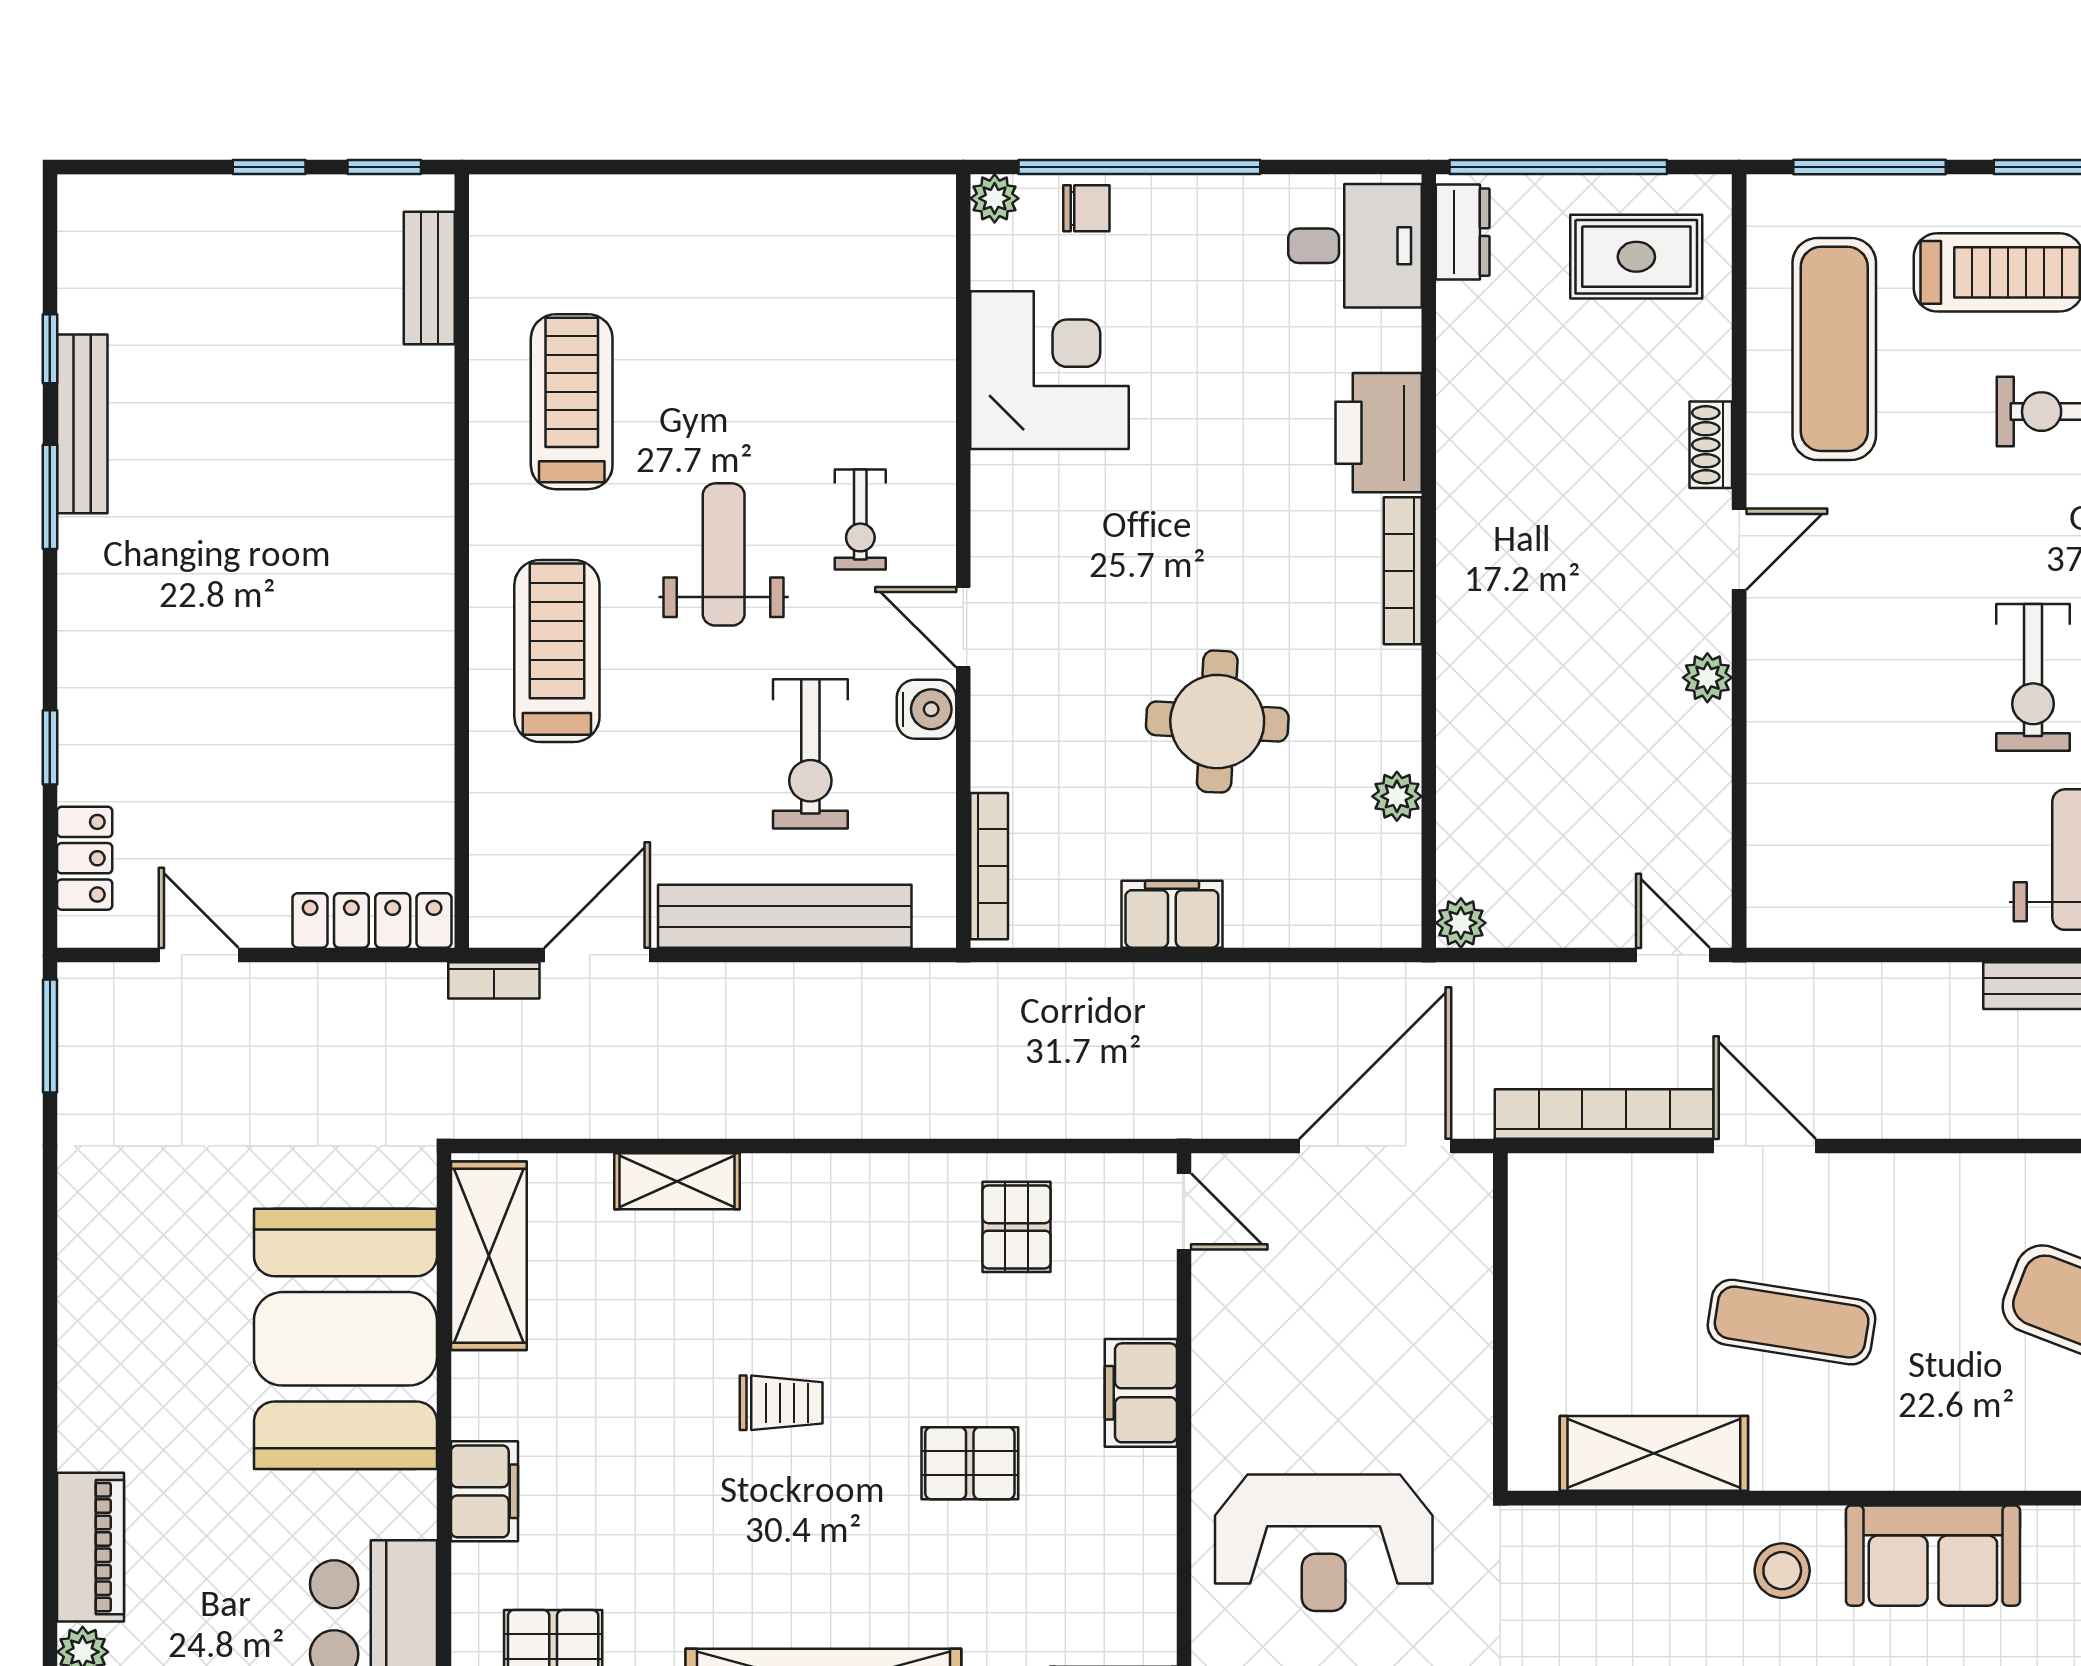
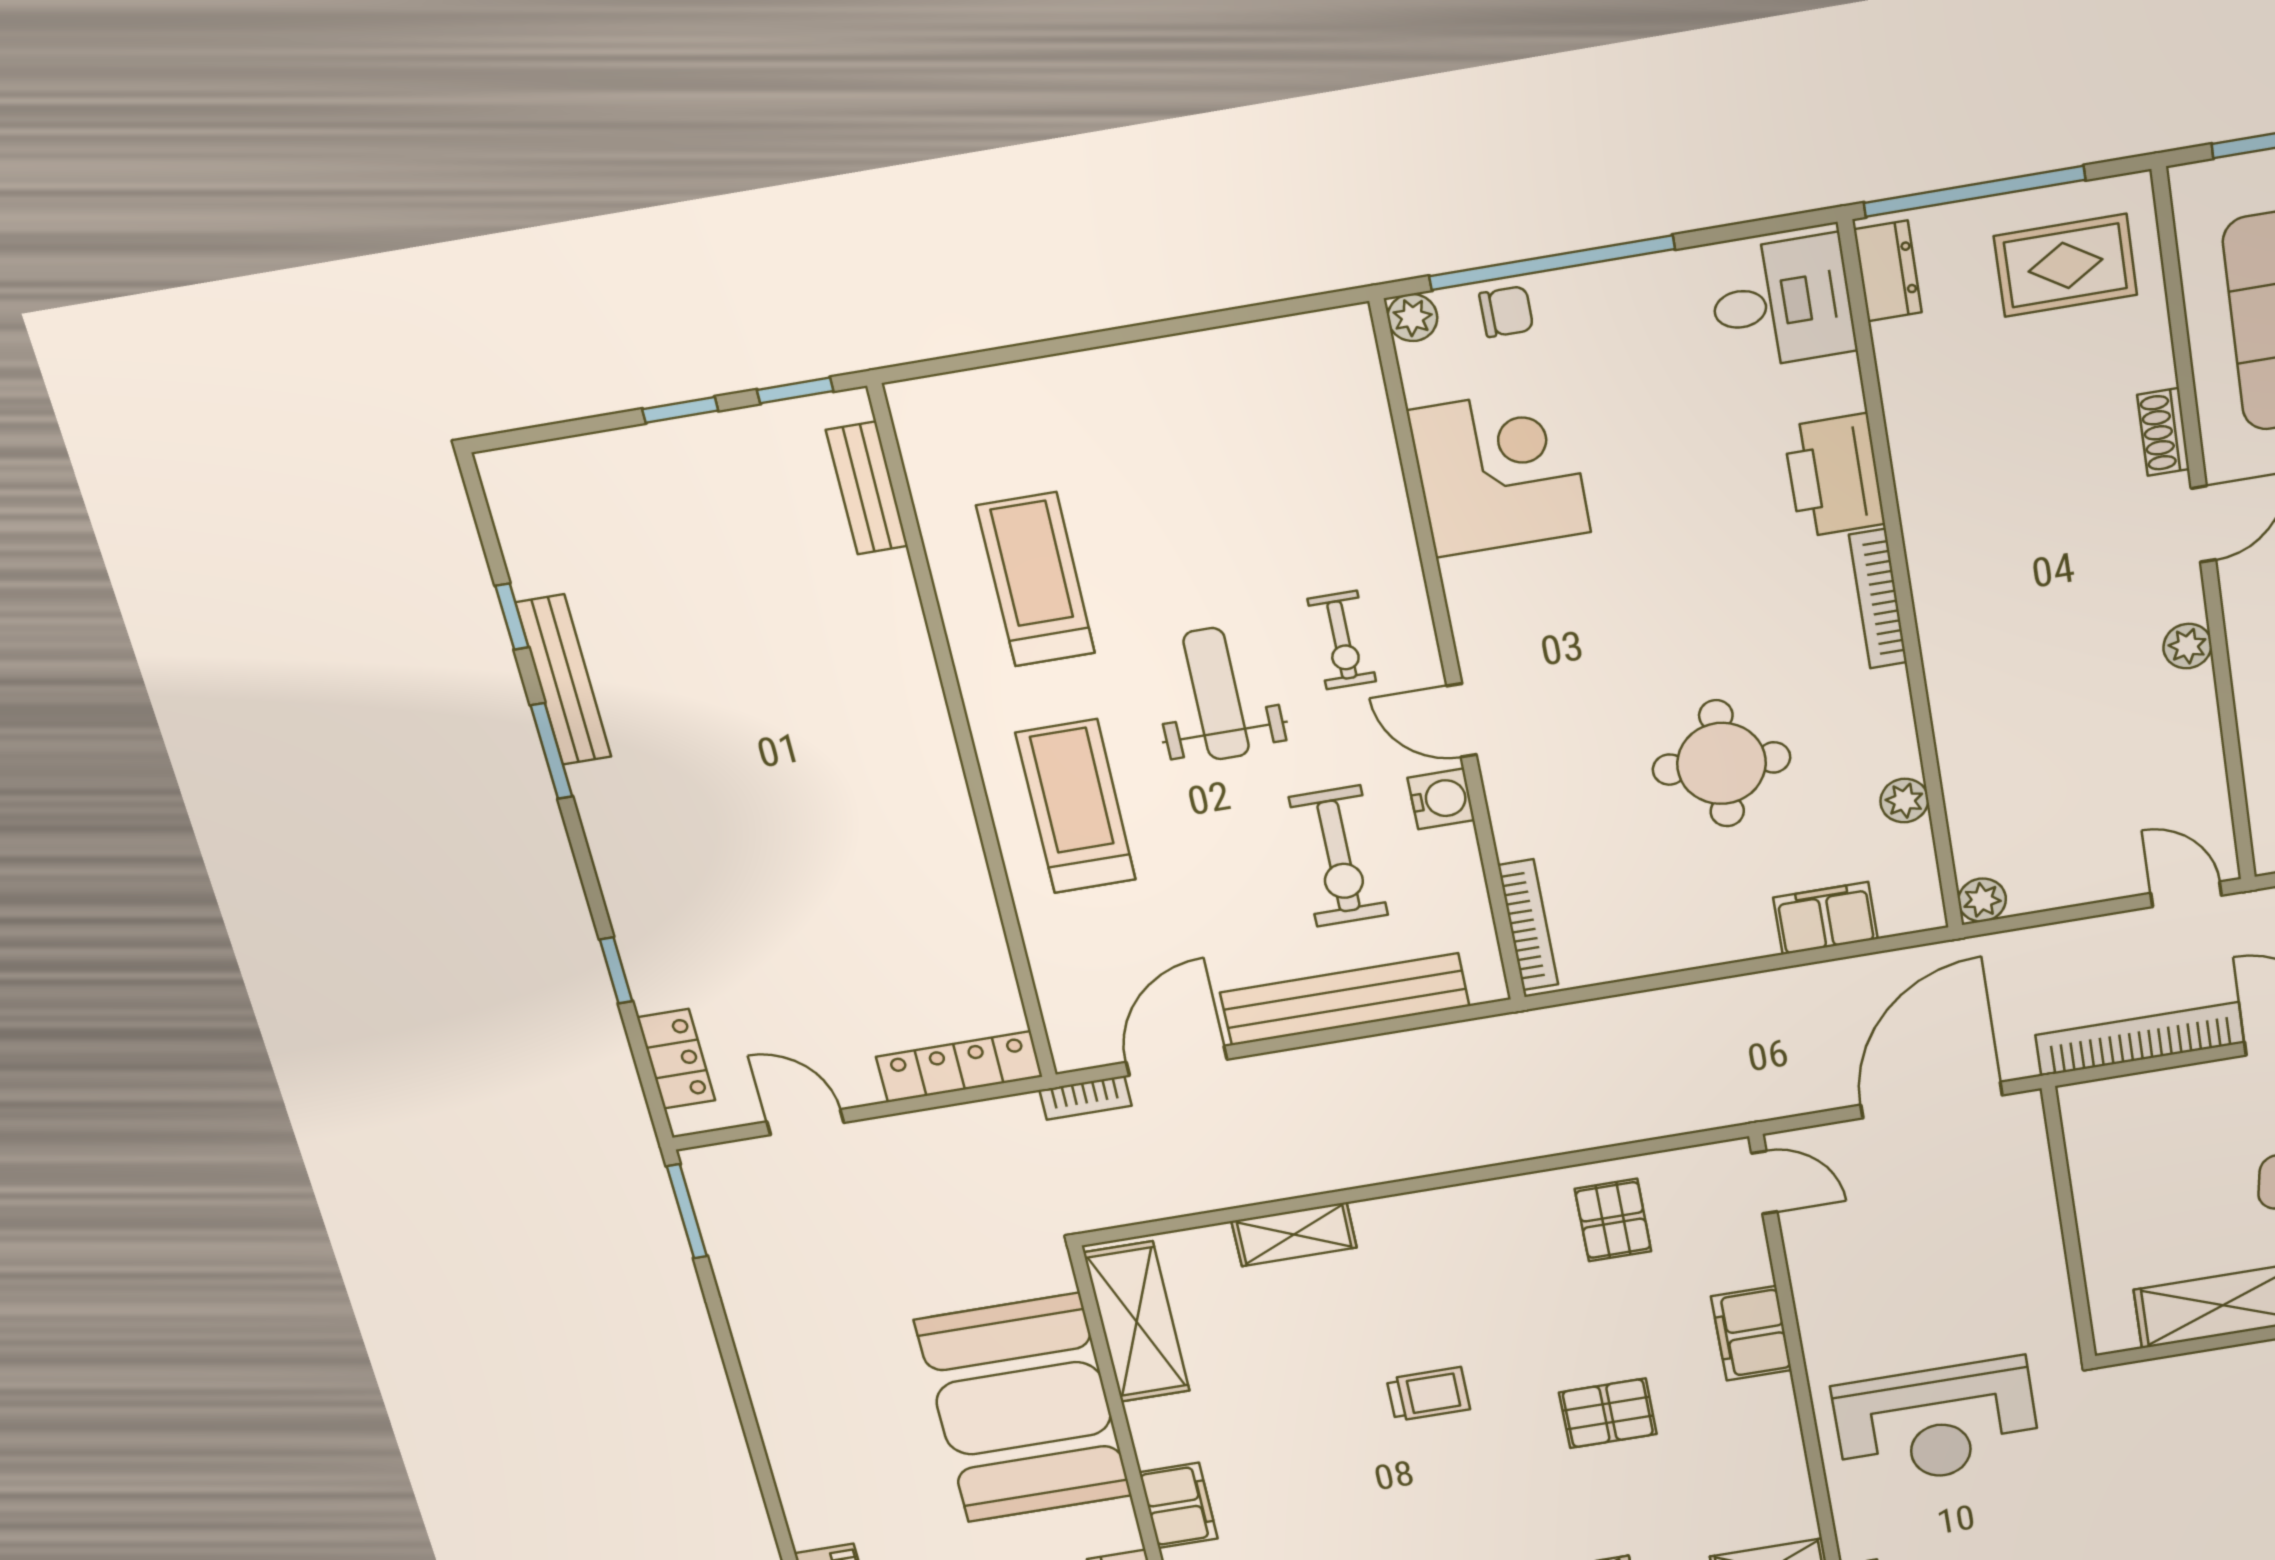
filing cabinet: (1172, 914) -> (1825, 918), moved

